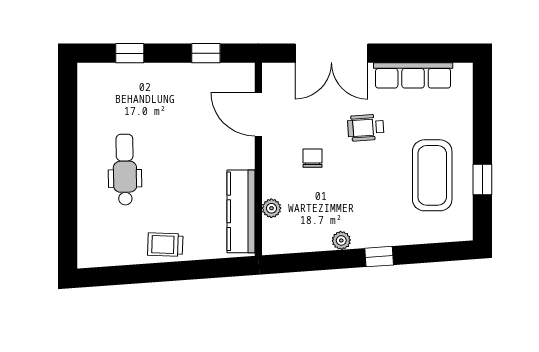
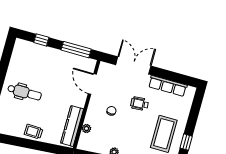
window: (206, 53) -> (76, 50), width x2.17
double door: (331, 53) -> (133, 65), swing flipped
dental chair: (125, 170) -> (25, 92), turned 91

